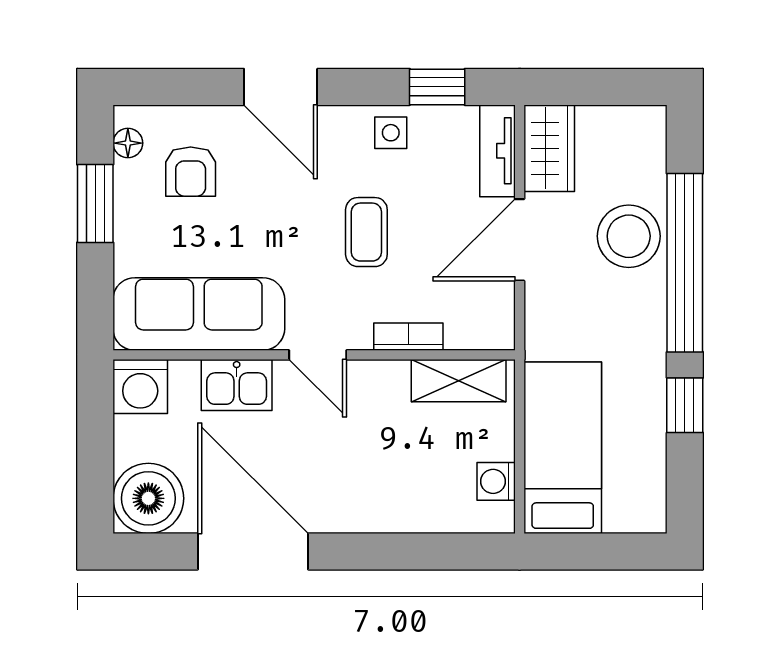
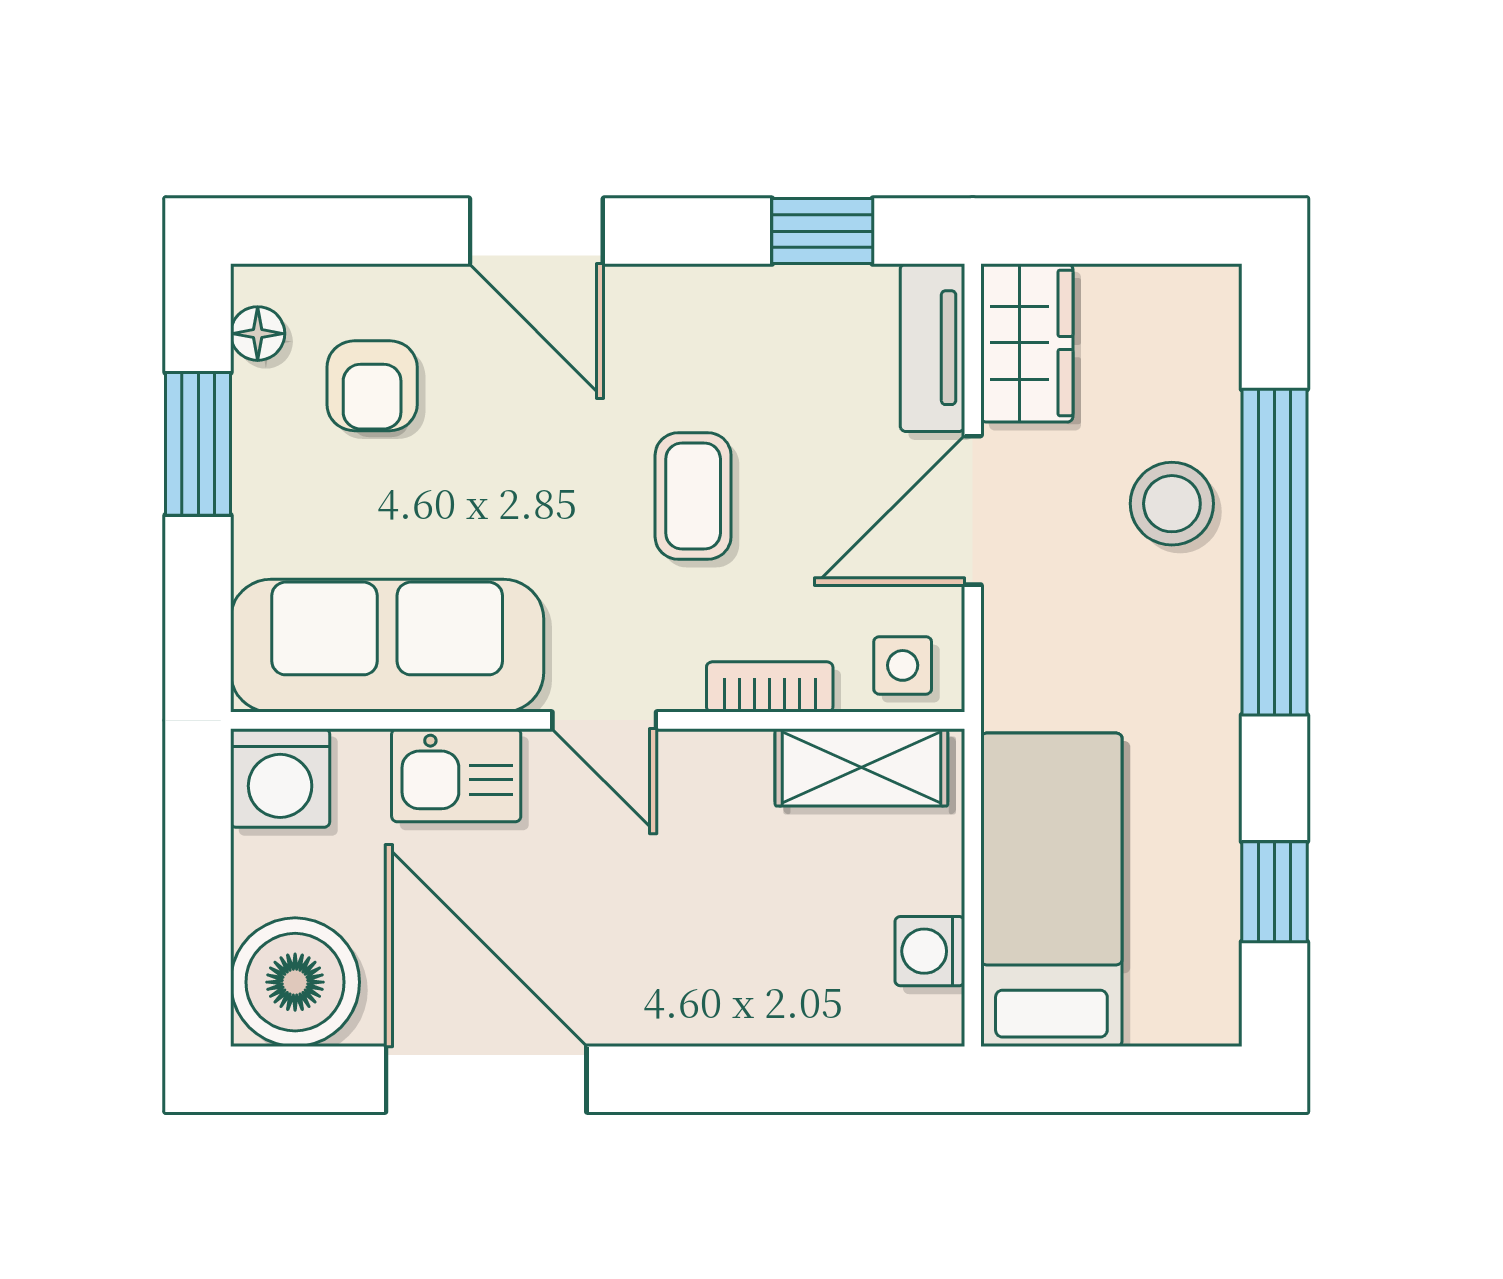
side table: (391, 133) -> (903, 665), moved
stool: (629, 236) -> (1172, 504), width x0.73, depth x0.73
window: (685, 405) -> (1274, 892), moved

